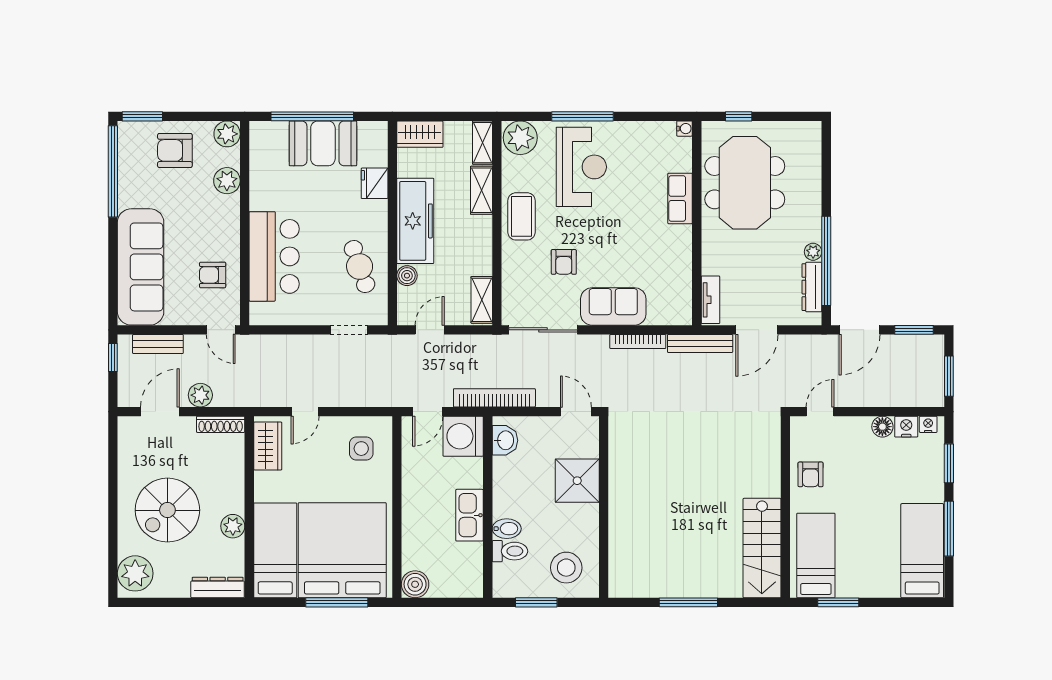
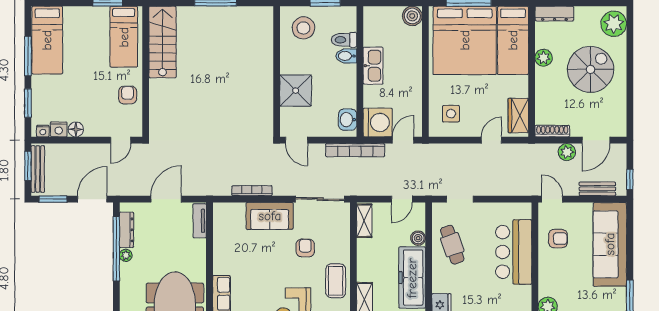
bench: (700, 343) -> (38, 169), moved, turned 90

